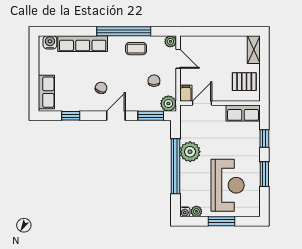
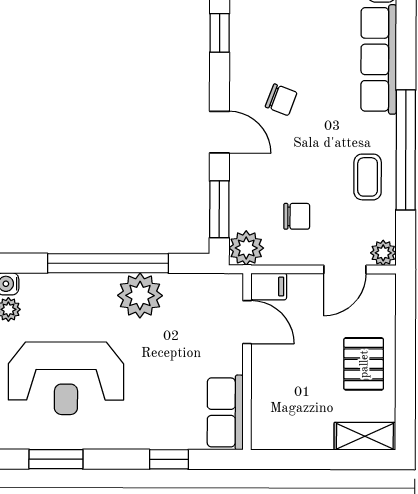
pallet: (244, 82) -> (364, 364), moved
window: (264, 174) -> (56, 459), moved

